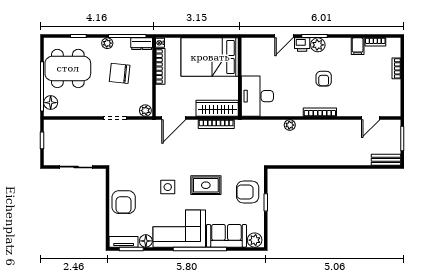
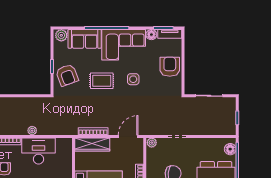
desk: (257, 96) -> (39, 151), moved, turned -90
armchair: (248, 192) -> (67, 75), turned 70

